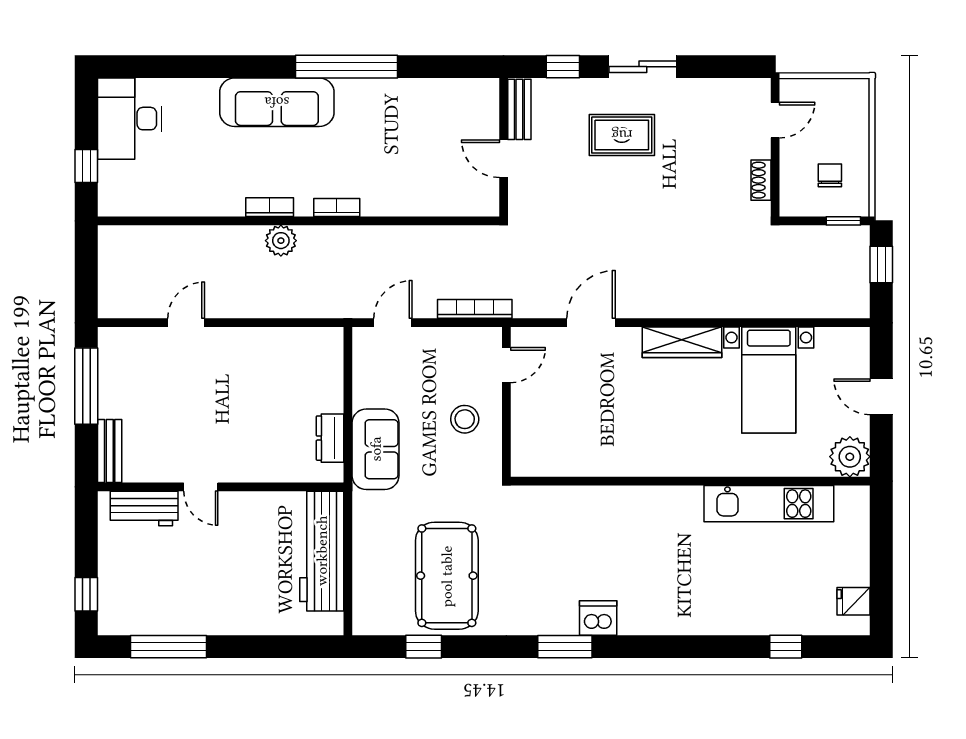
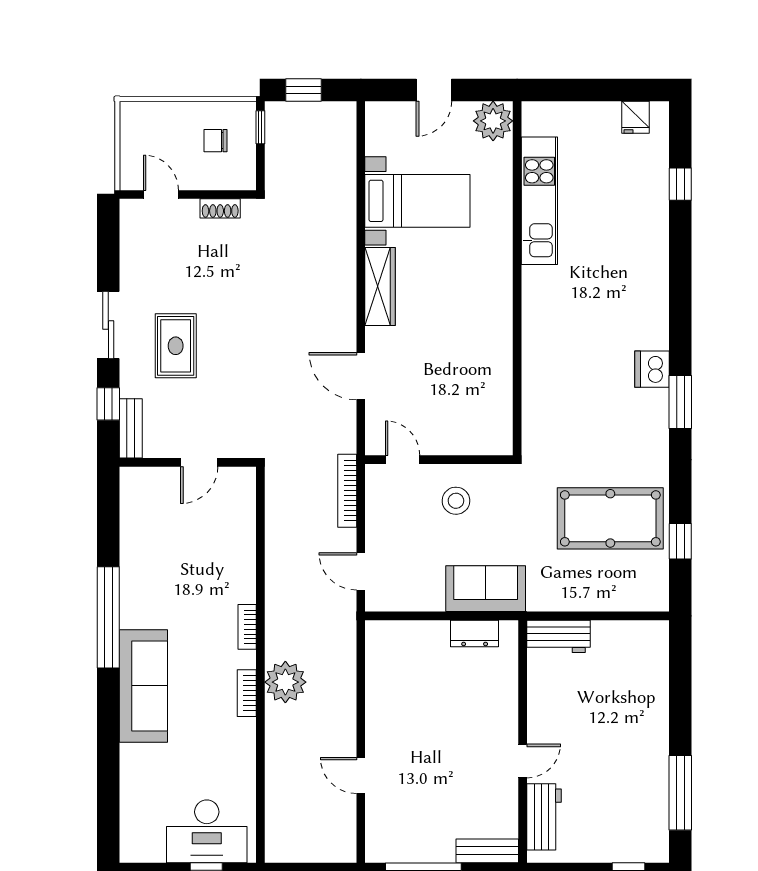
bench: (519, 109) -> (131, 428), moved, turned 90
desk: (130, 119) -> (207, 831), moved
plant: (281, 241) -> (285, 682), width x1.36, depth x1.36
workbench: (322, 551) -> (558, 636), width x0.53, depth x0.76

